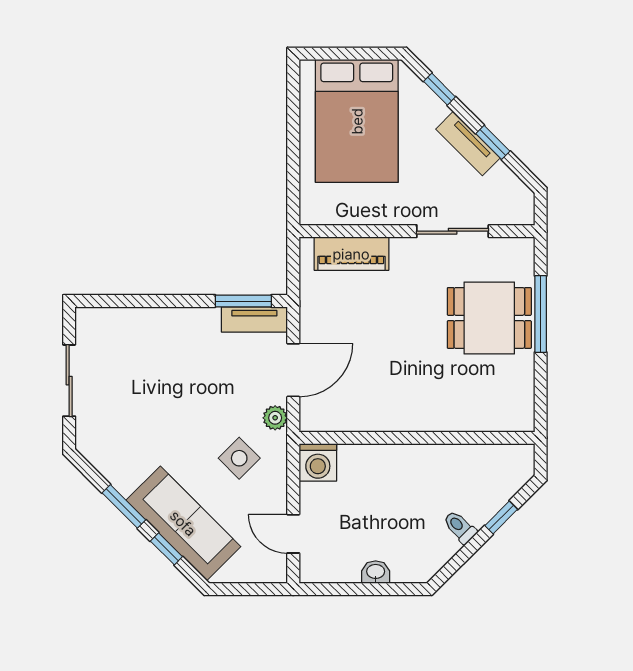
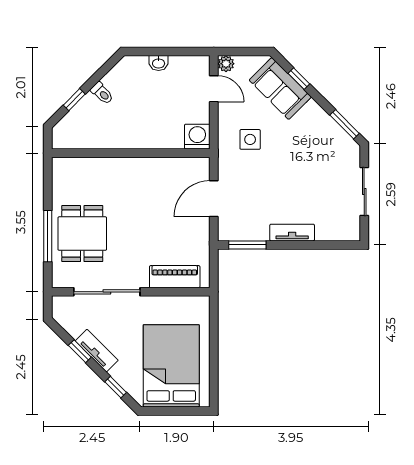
sliding door: (453, 231) -> (107, 292), width x1.37
dining table: (489, 318) -> (82, 234), turned 90
tv unit: (254, 319) -> (292, 233), moved
plant: (275, 418) -> (226, 64), moved
side table: (239, 458) -> (250, 139), turned 45
window: (124, 506) -> (345, 124), moved
sofa: (183, 523) -> (280, 88), width x0.73

